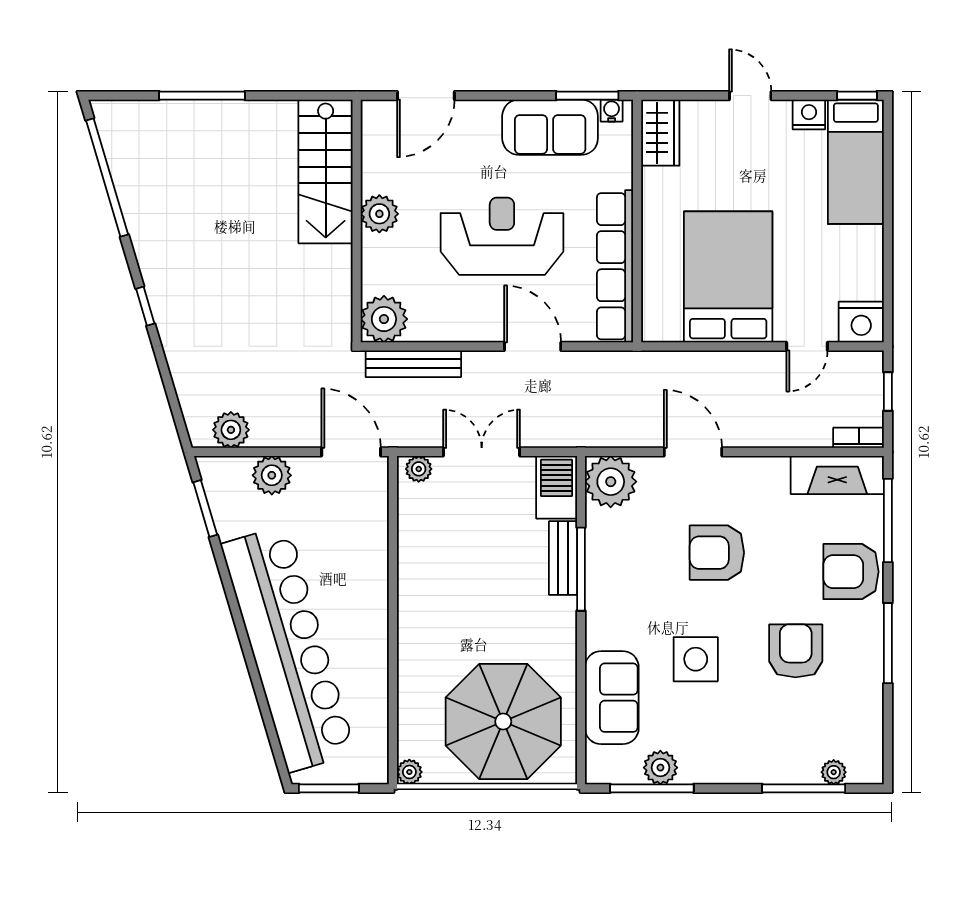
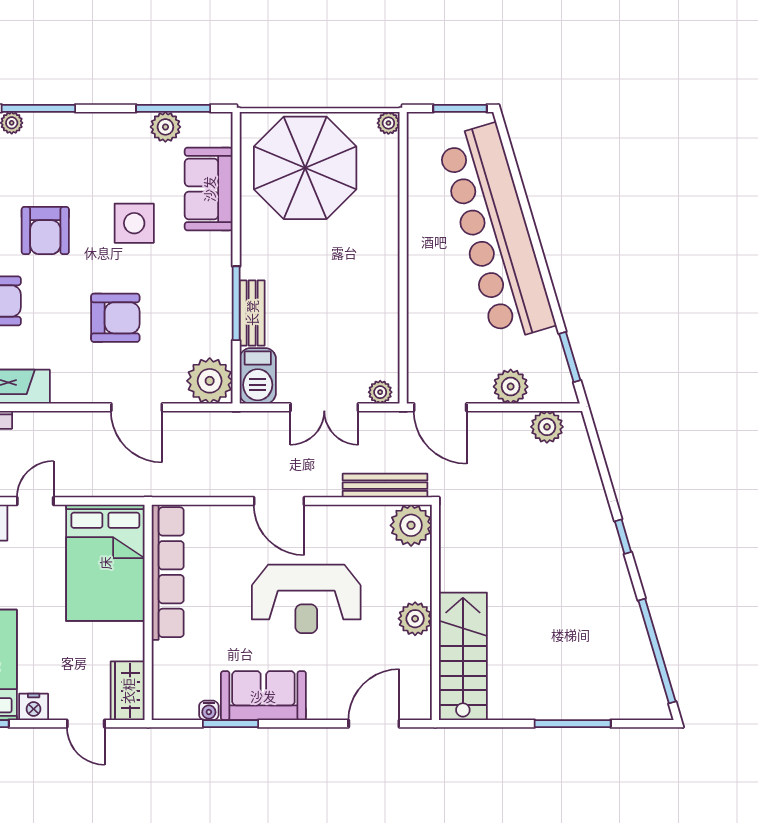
wardrobe: (660, 133) -> (128, 691), moved
wall: (637, 221) -> (148, 612), moved
row of seats: (615, 266) -> (168, 572), moved

